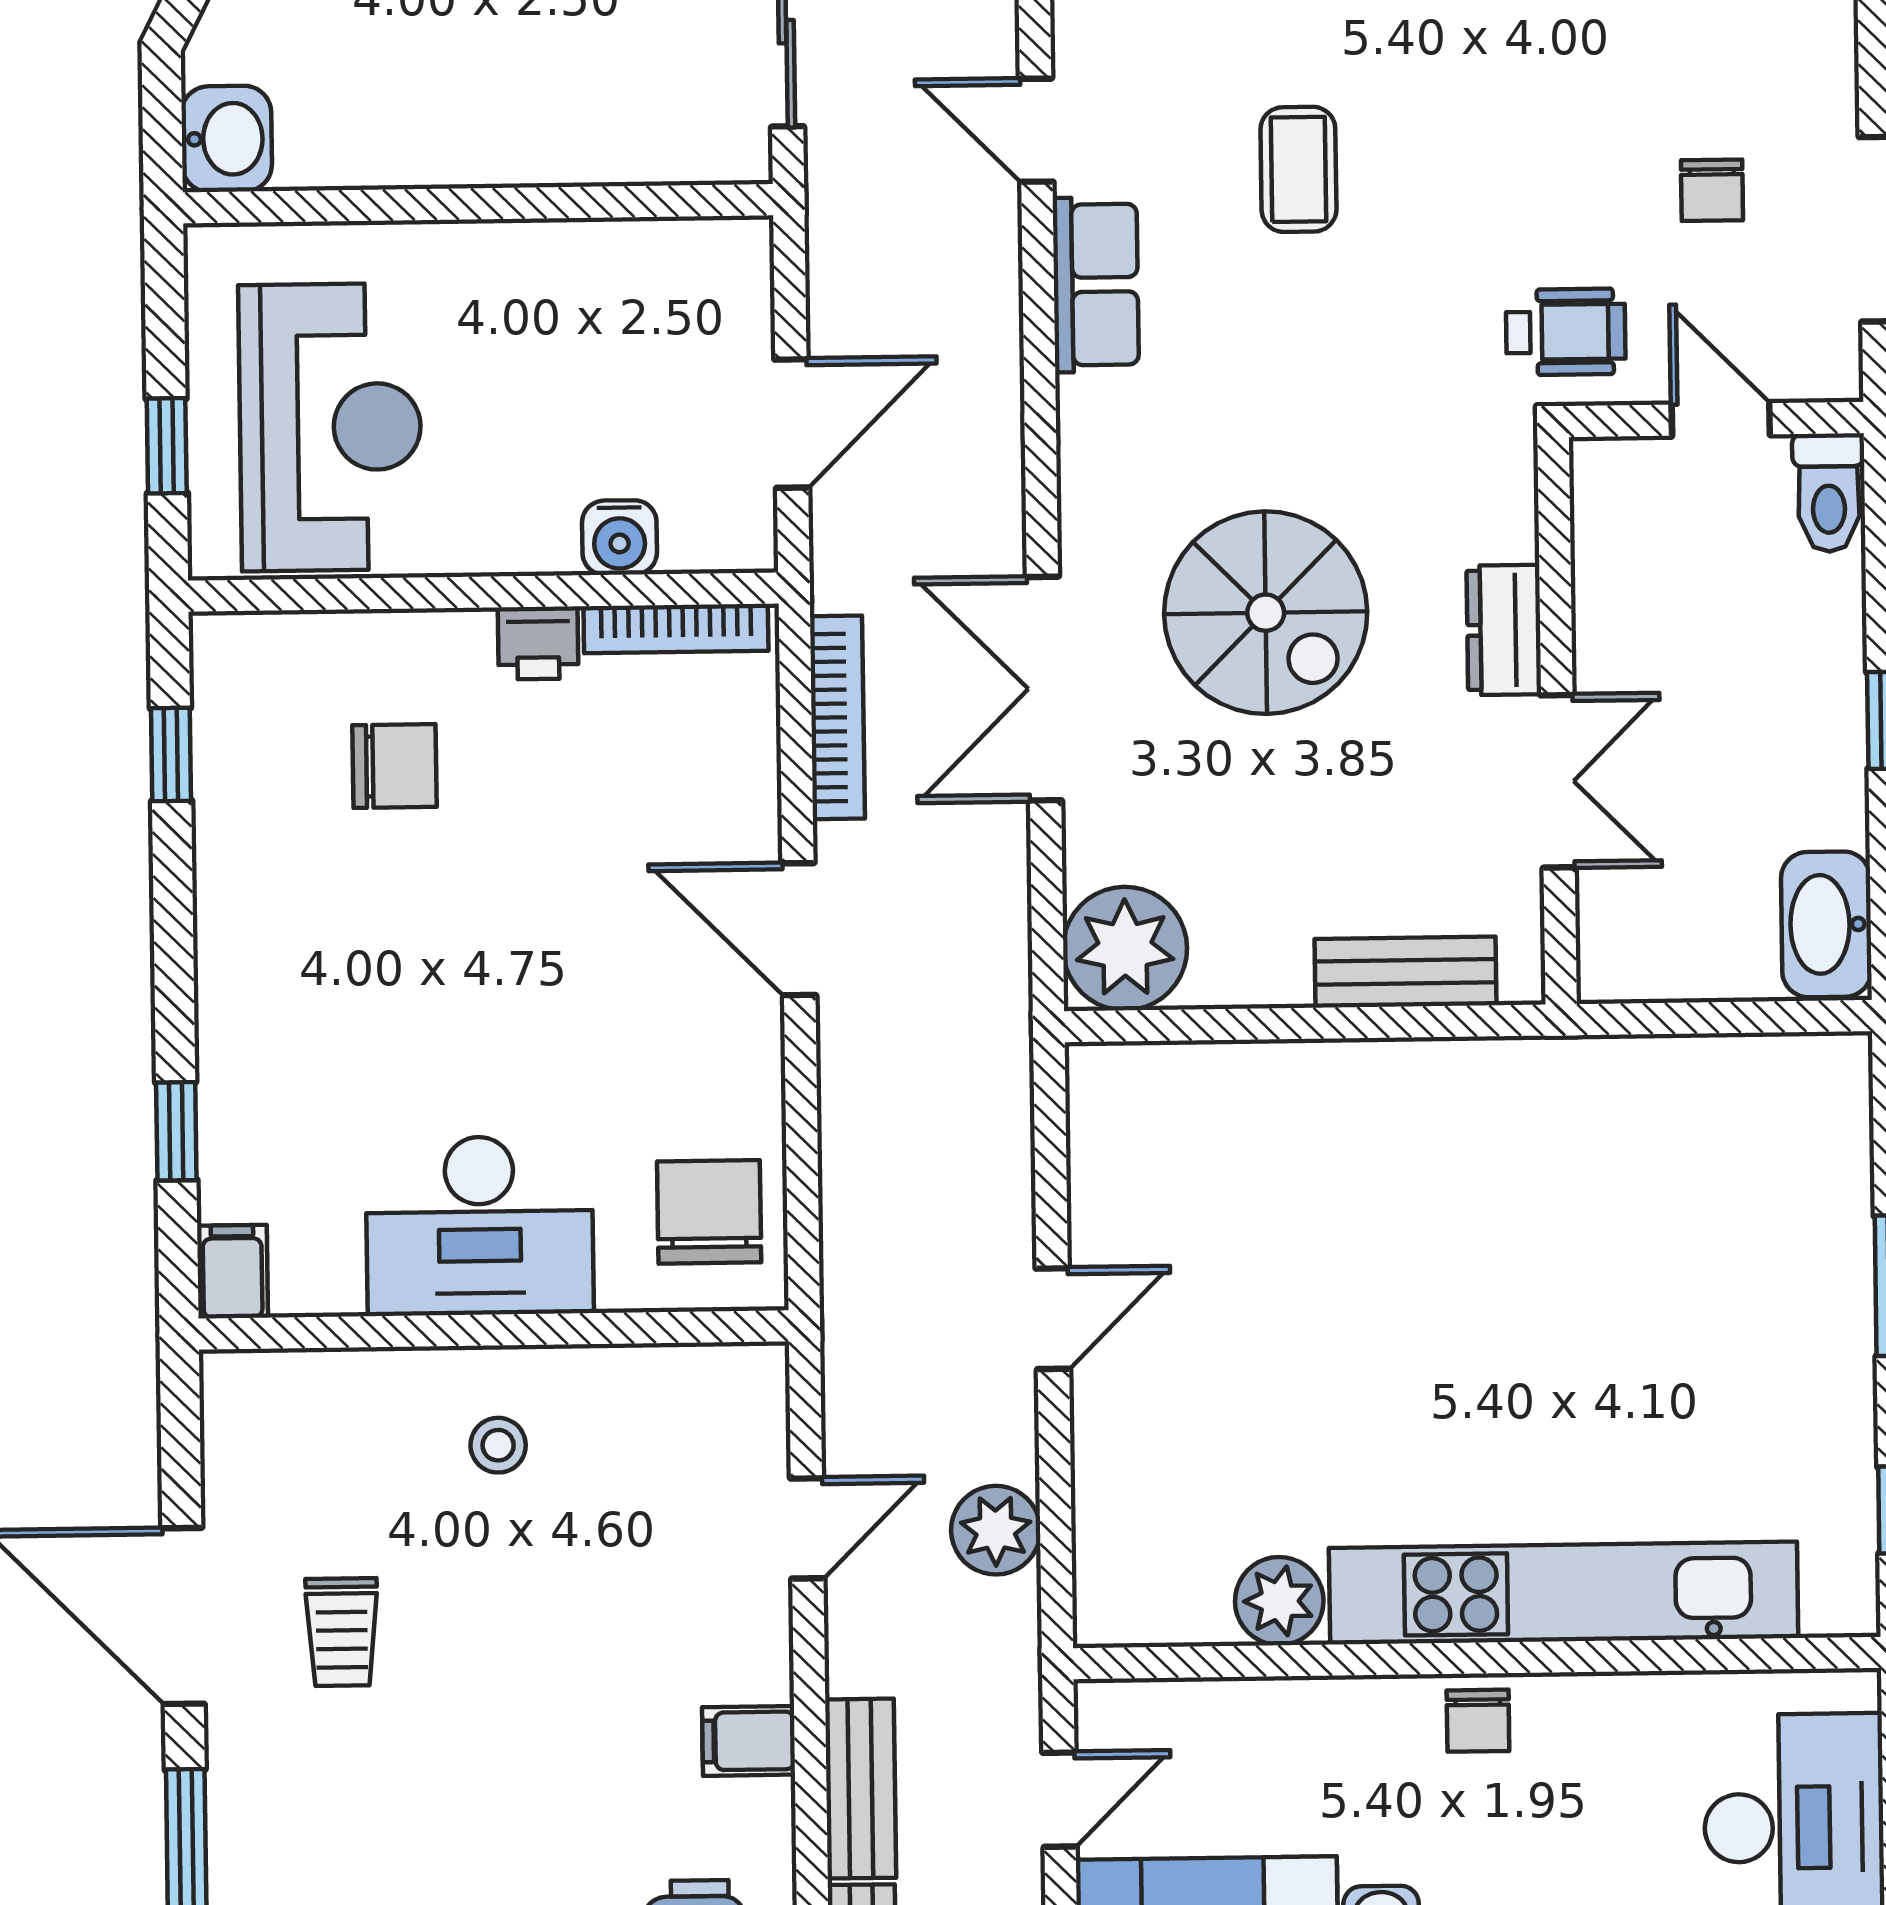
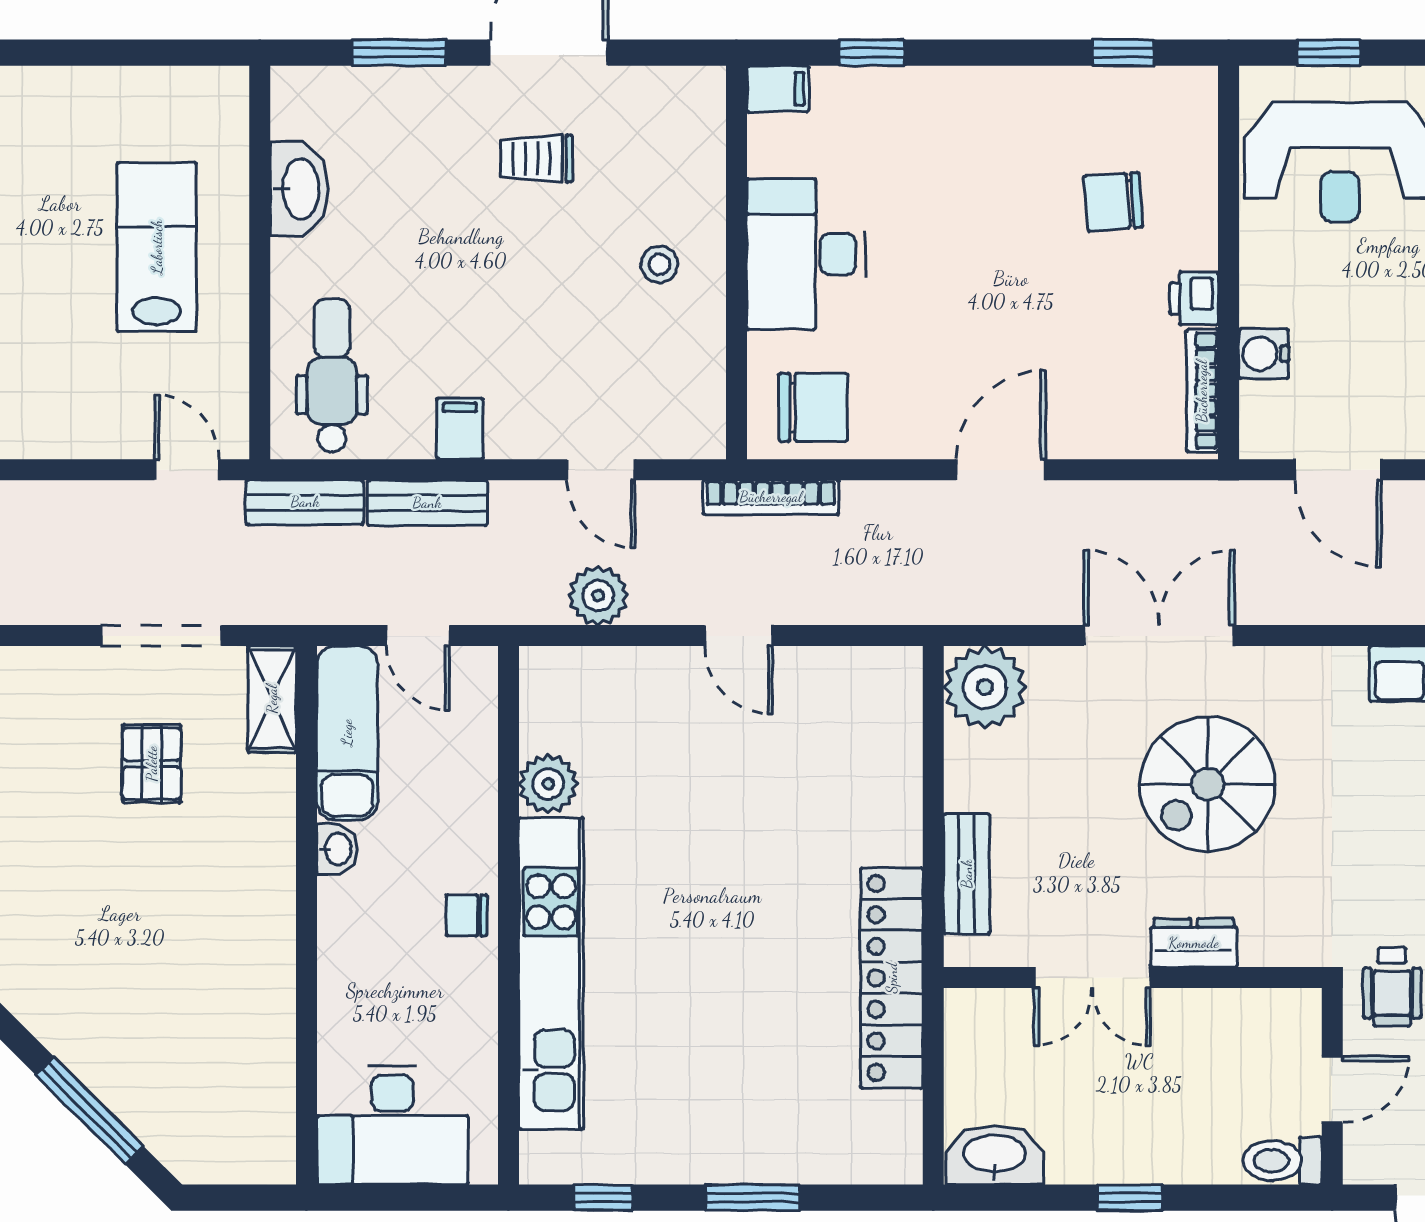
bookcase: (837, 717) -> (771, 497), moved
chair: (395, 766) -> (1113, 202), turned 86
locker: (1563, 1082) -> (892, 978), added

